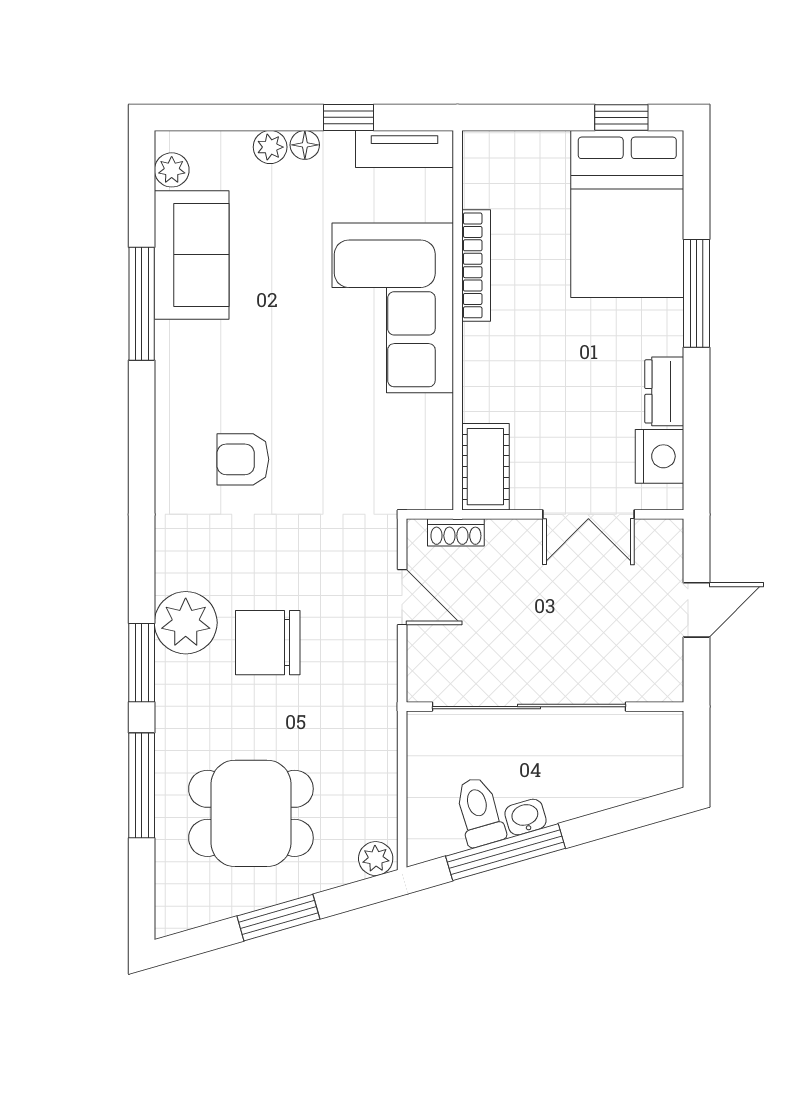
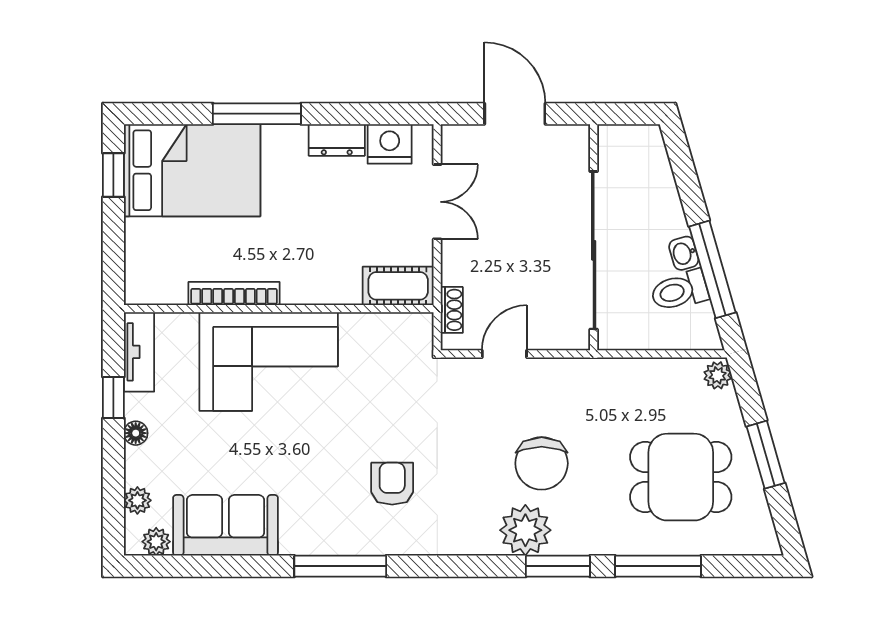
plant: (270, 147) -> (137, 500), moved
window: (142, 304) -> (340, 566), moved
armchair: (243, 459) -> (392, 484), turned 180
door: (697, 610) -> (515, 114), width x1.38
dining table: (251, 813) -> (681, 477), turned 90

